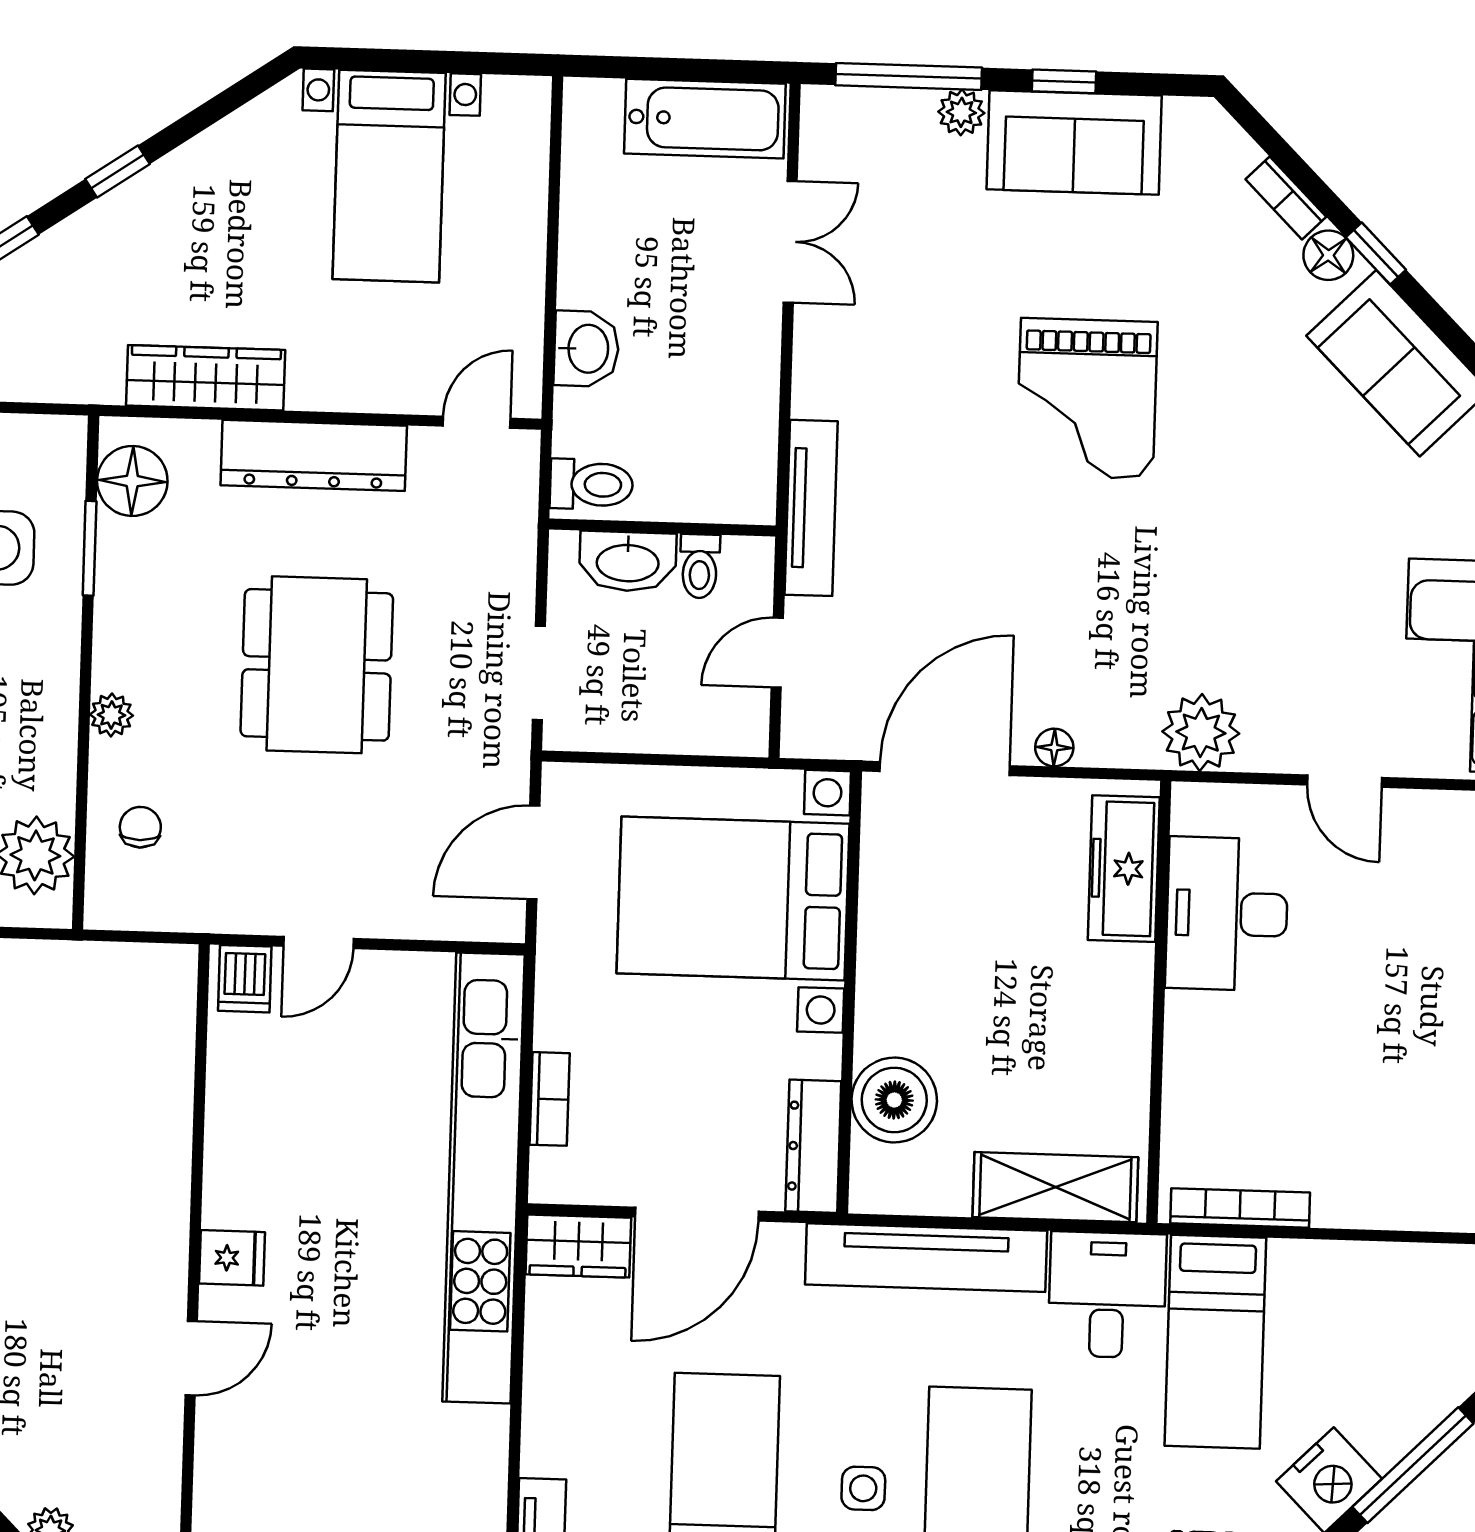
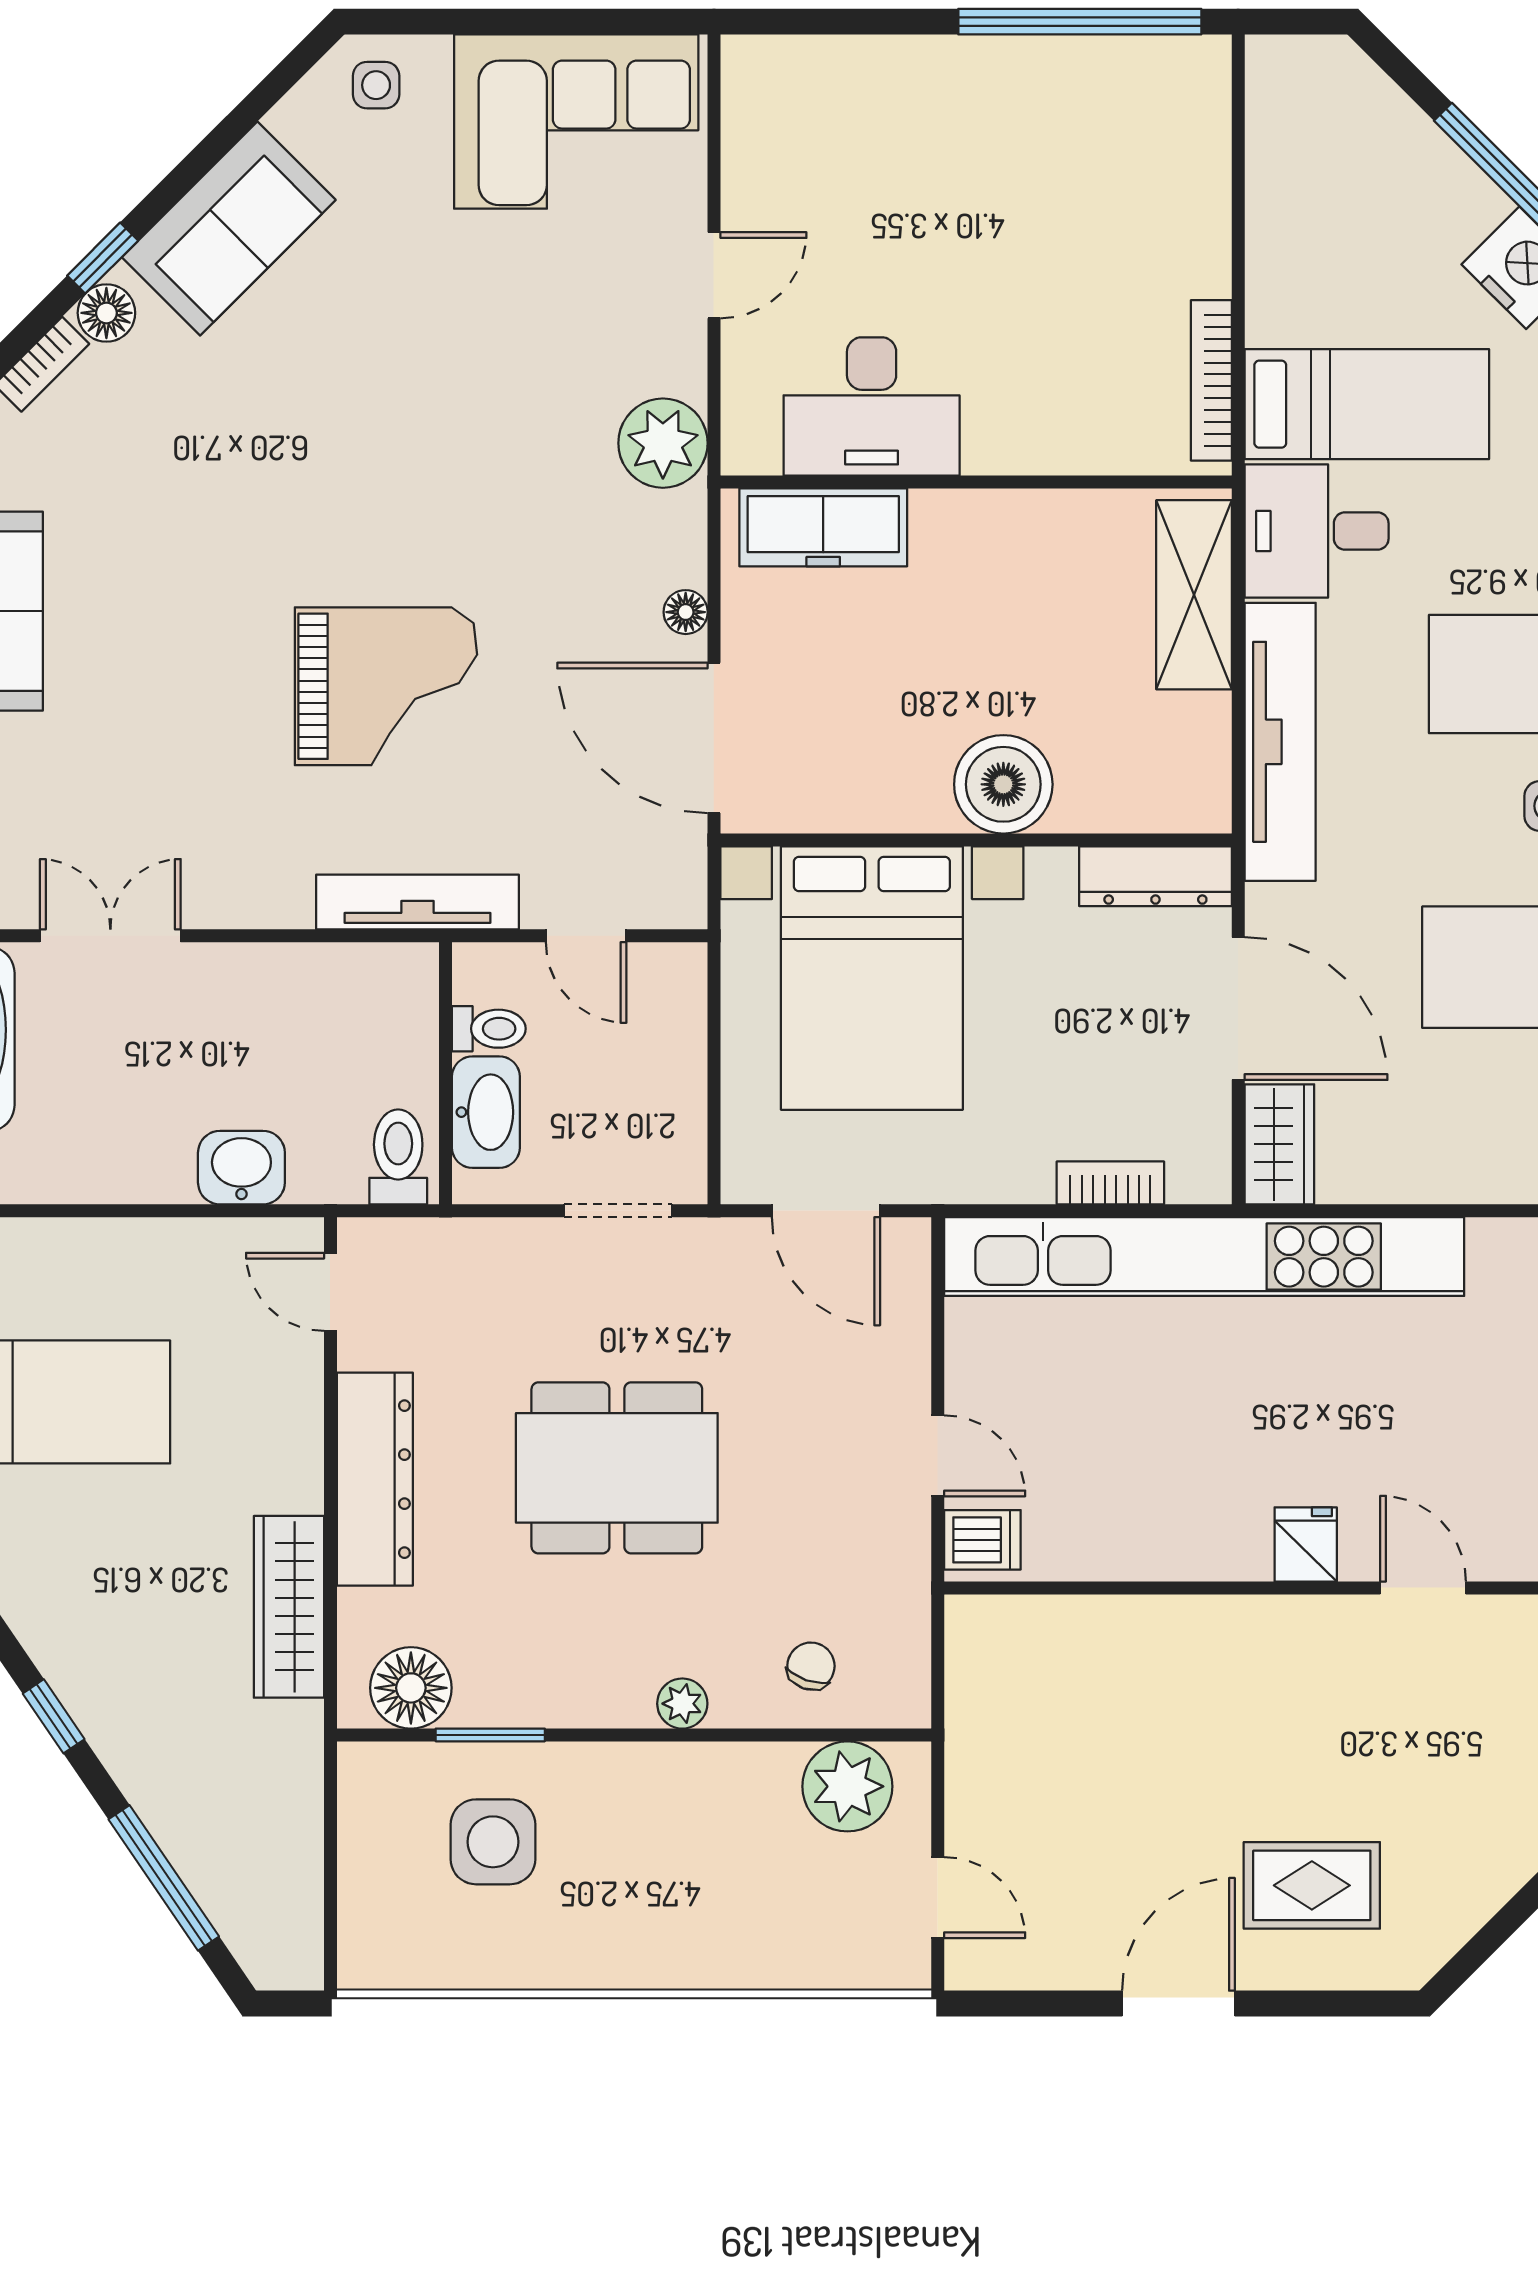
grand piano: (1087, 398) -> (386, 686), moved
chair: (140, 827) -> (811, 1666), turned 109
boiler: (894, 1100) -> (1003, 784), moved

